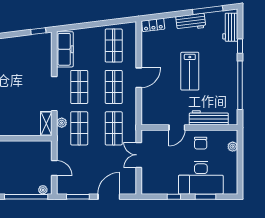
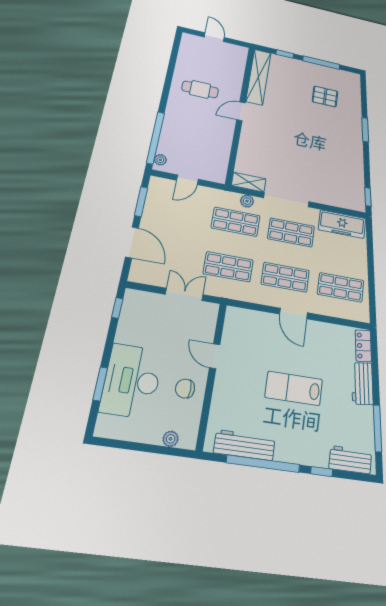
workbench: (191, 22) -> (362, 383), moved
workbench: (209, 118) -> (245, 445), moved, turned -90
window: (174, 197) -> (117, 308), moved

